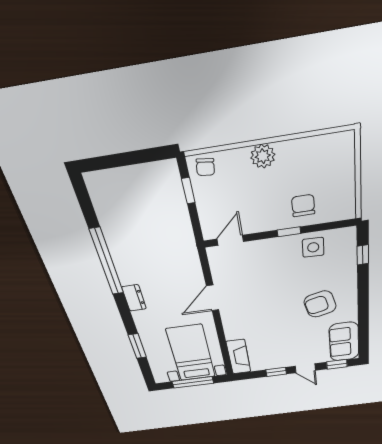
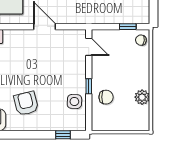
plant: (263, 156) -> (142, 97), moved

